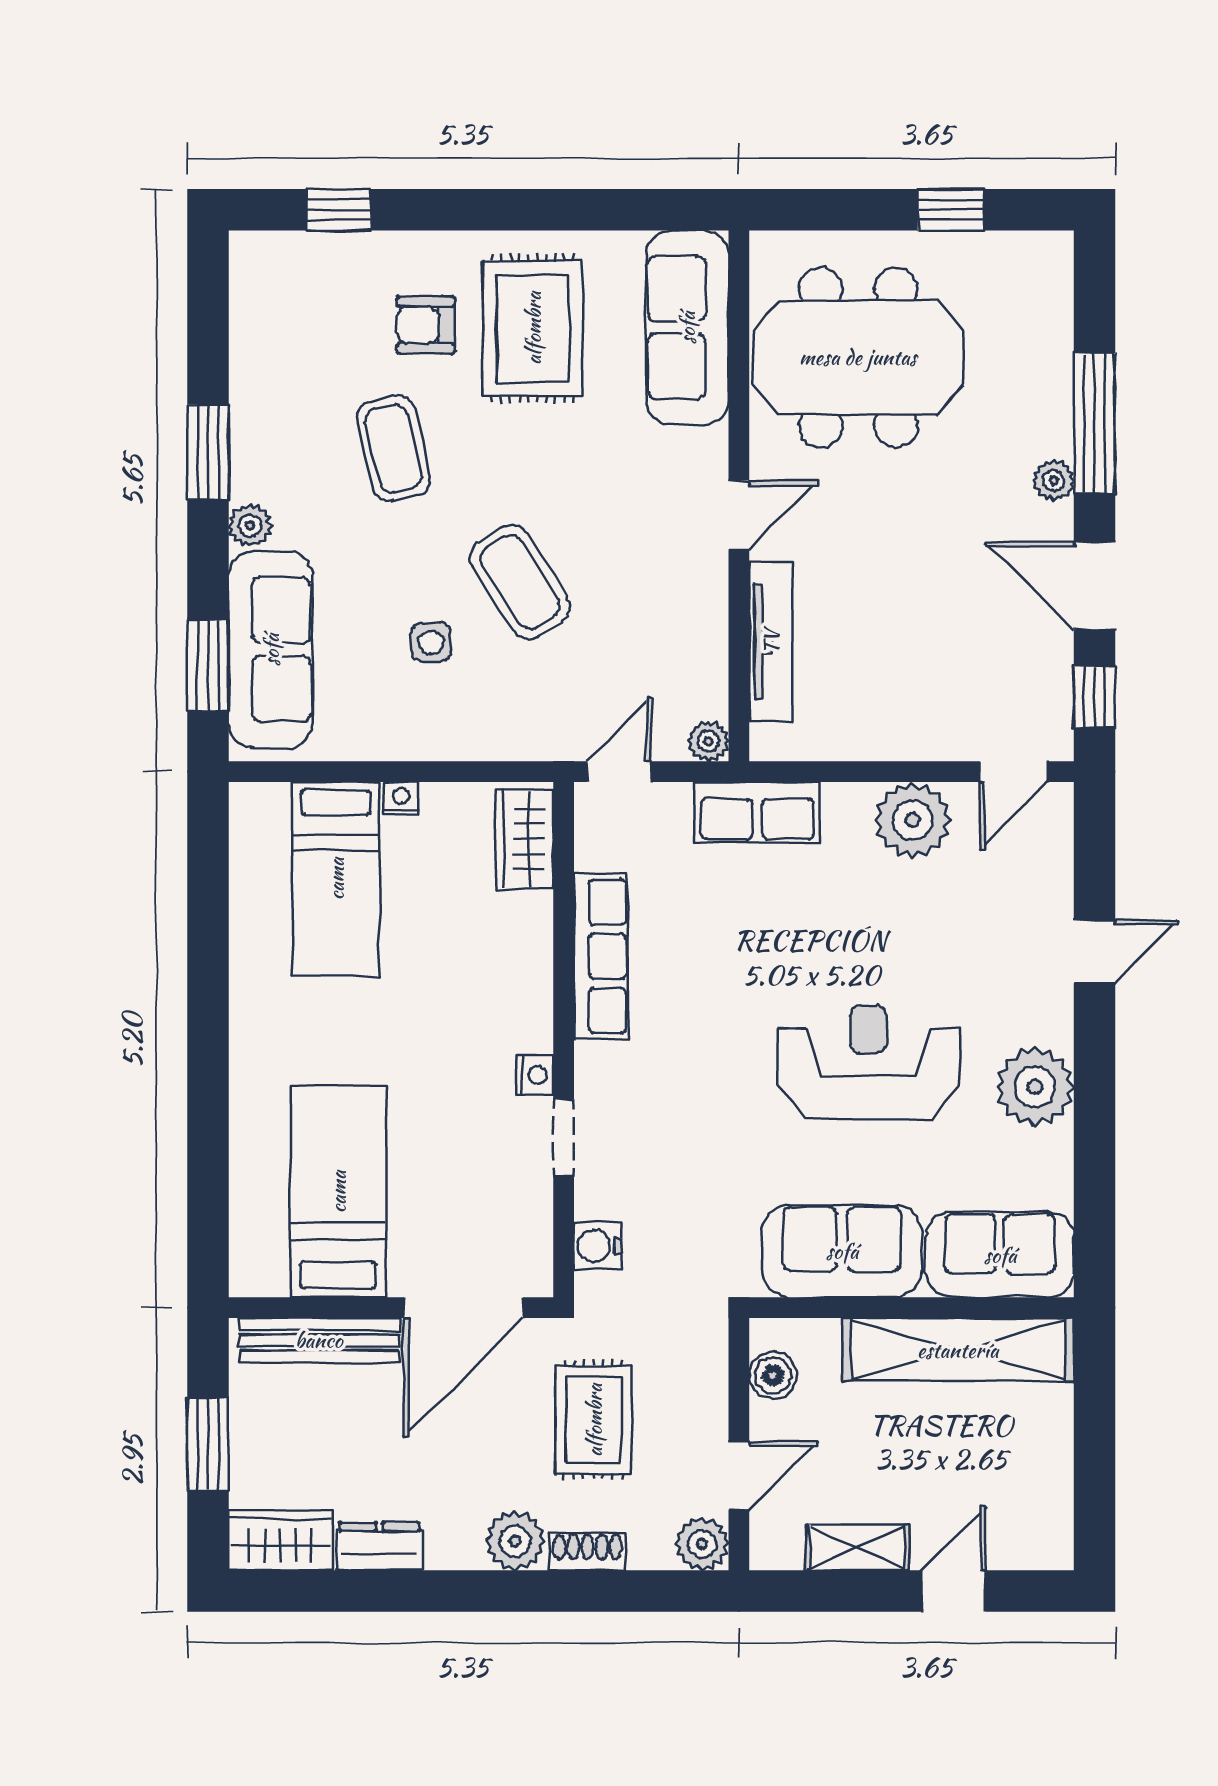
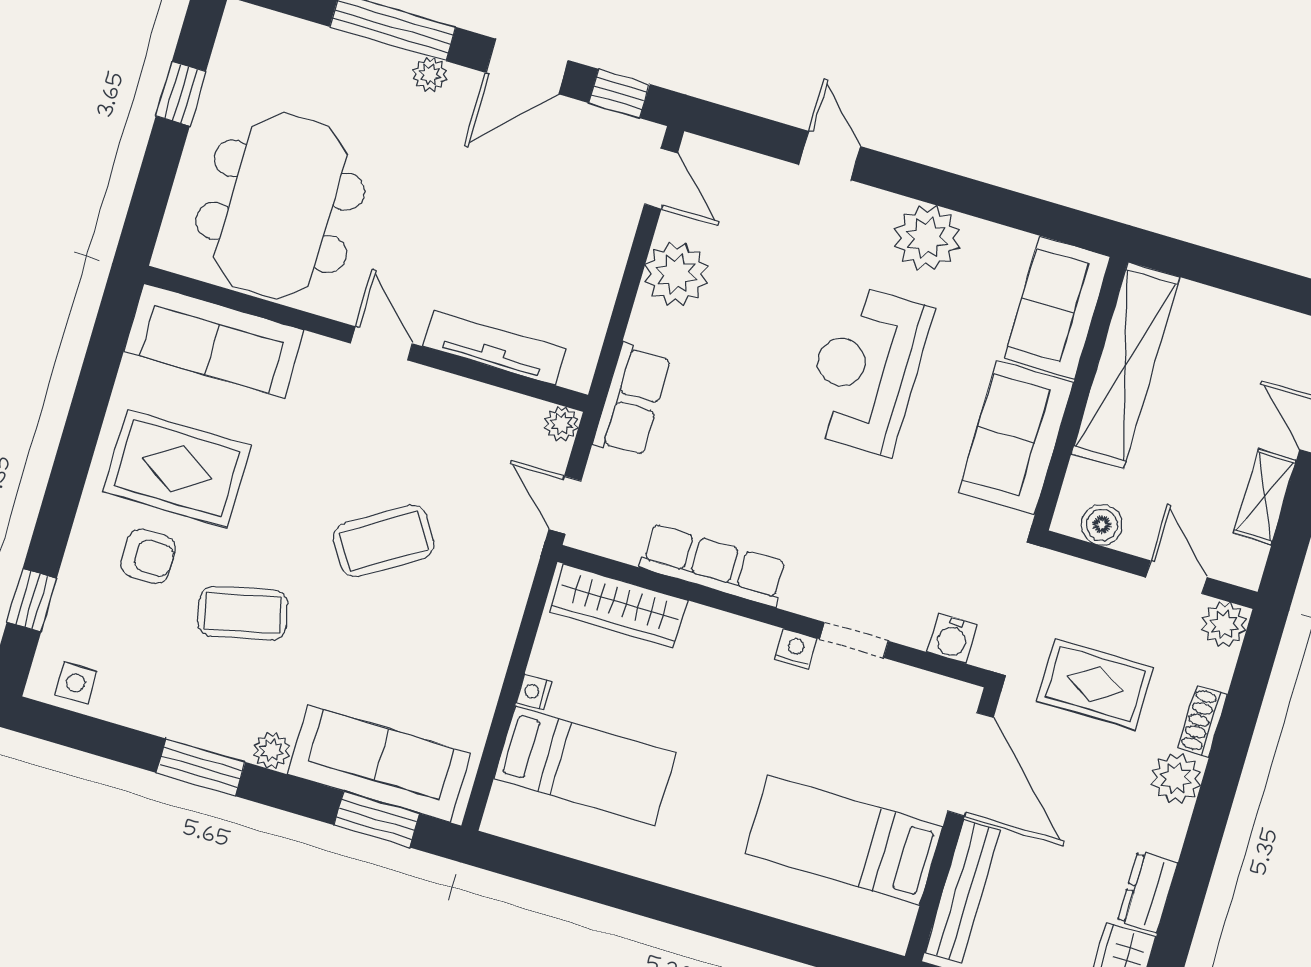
armchair: (426, 325) -> (148, 556), turned -90
side table: (431, 642) -> (76, 683), moved
wardrobe: (524, 839) -> (618, 606), width x1.50

